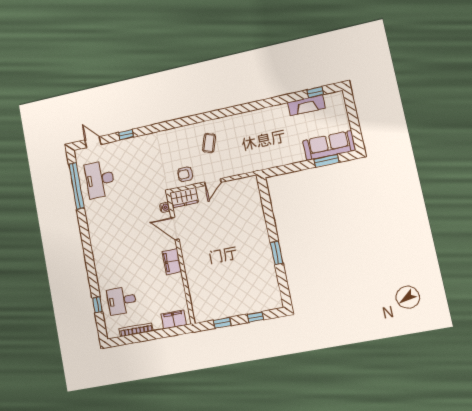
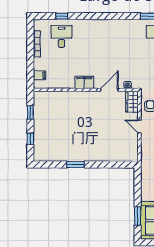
filing cabinet: (174, 319) -> (40, 75), width x0.50

